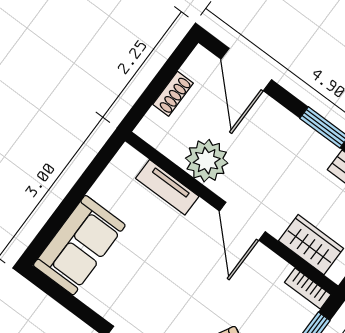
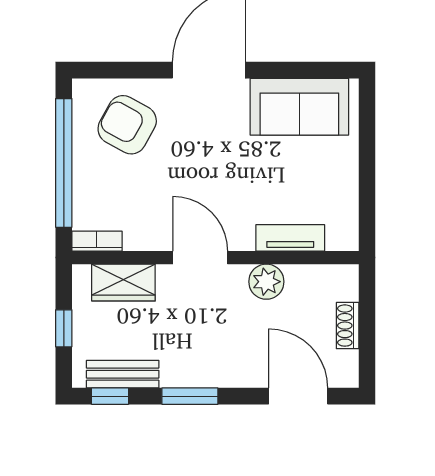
plant: (207, 161) -> (266, 282), width x0.73, depth x0.73
sofa: (79, 245) -> (299, 107), moved, turned -90

